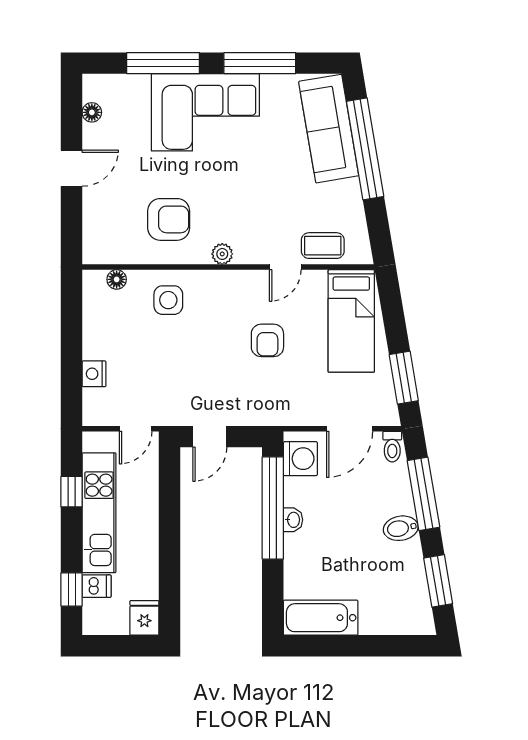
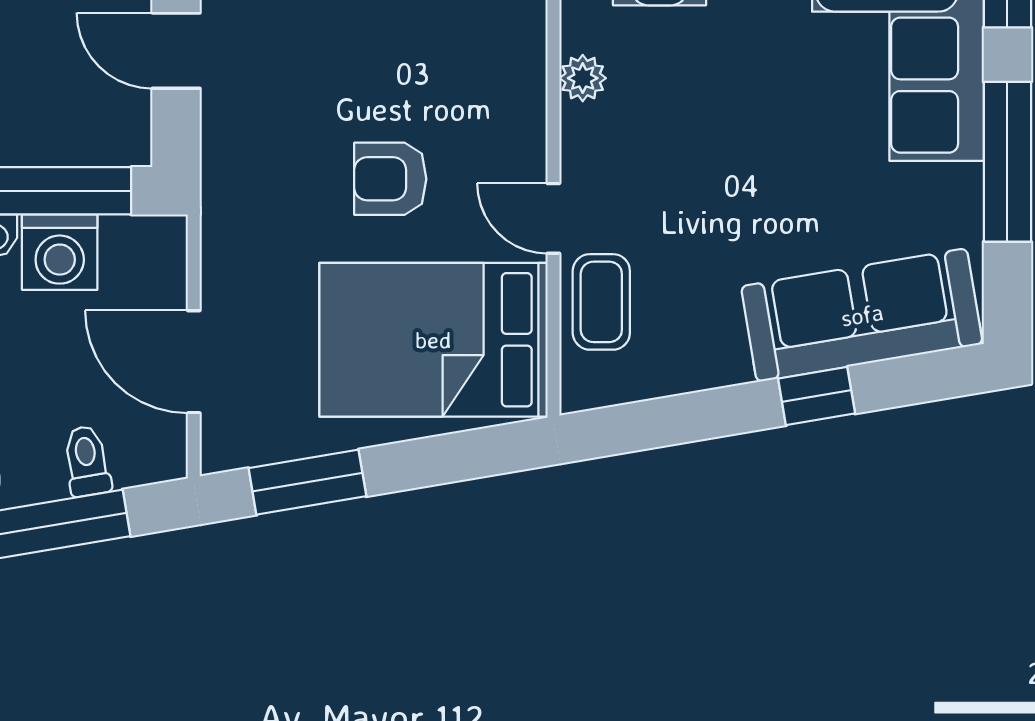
window: (365, 149) -> (817, 396), width x0.32
bed: (351, 321) -> (433, 340), width x1.50
toilet: (392, 447) -> (87, 461), moved, turned 80
washing machine: (300, 459) -> (60, 252), moved

